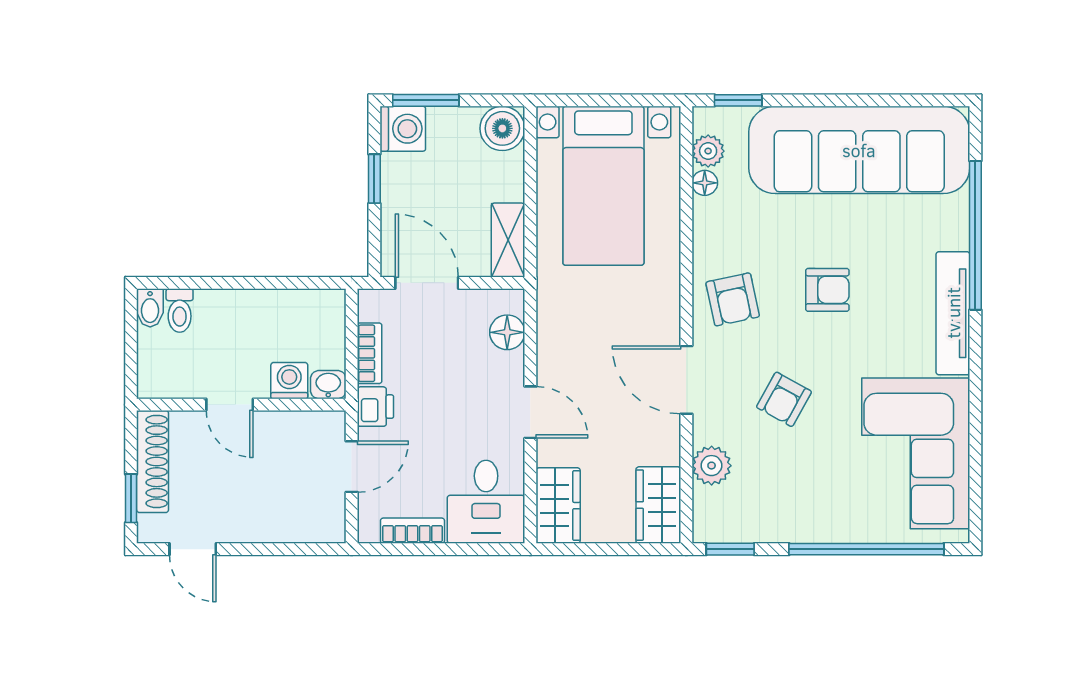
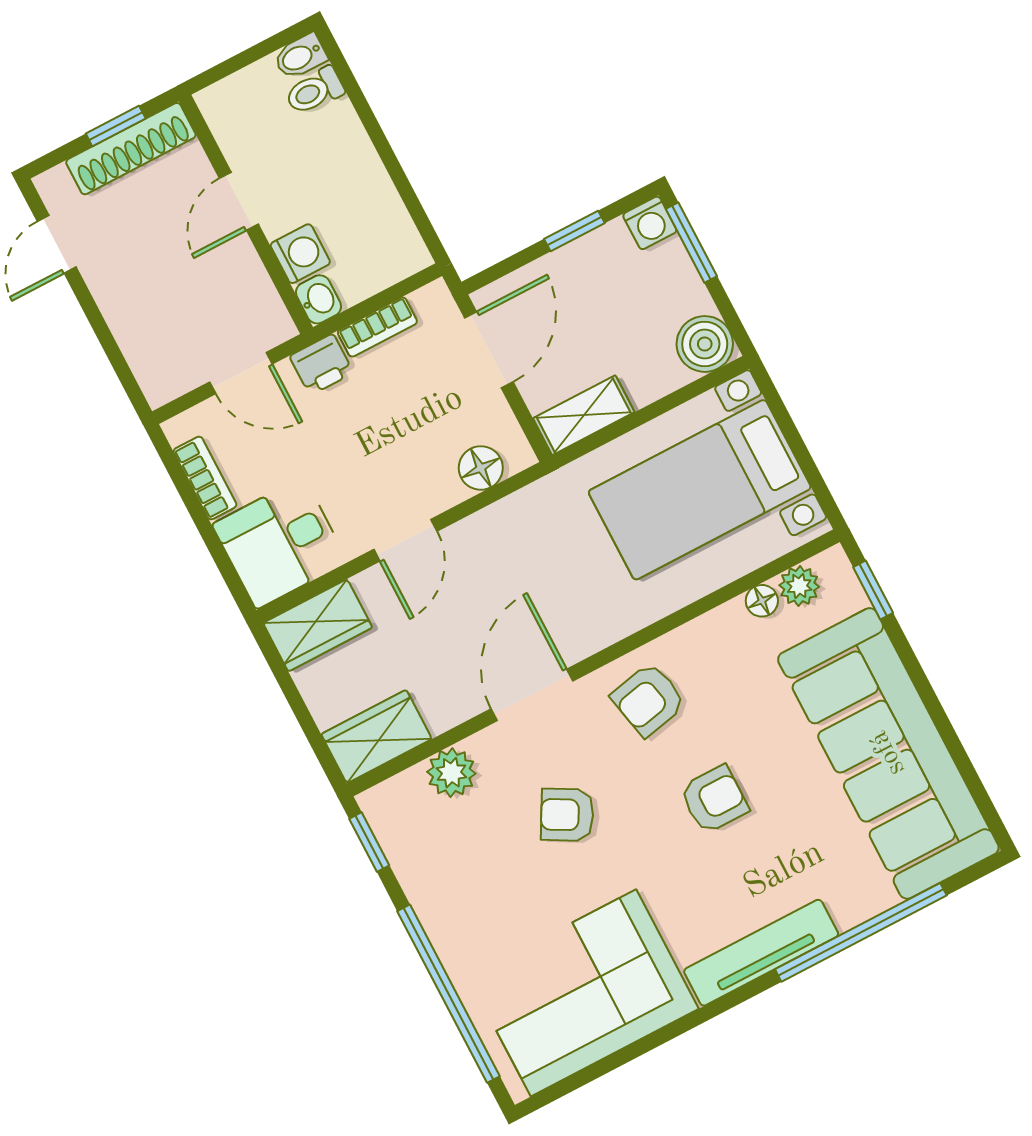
washing machine: (403, 129) -> (650, 223), width x0.73, depth x0.73
armchair: (827, 290) -> (714, 799), turned -90
window: (131, 498) -> (116, 126), moved

